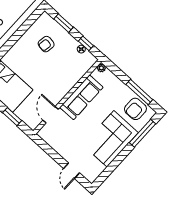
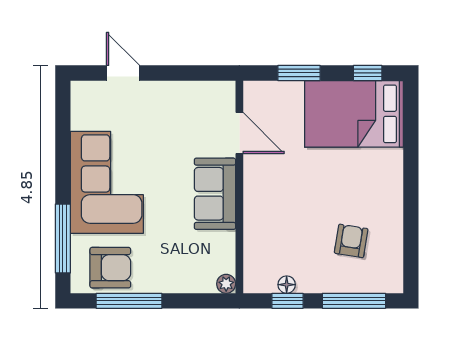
window: (64, 23) -> (354, 301), width x1.44
sofa: (81, 97) -> (215, 194), width x0.73
armchair: (135, 109) -> (110, 268), turned 90

